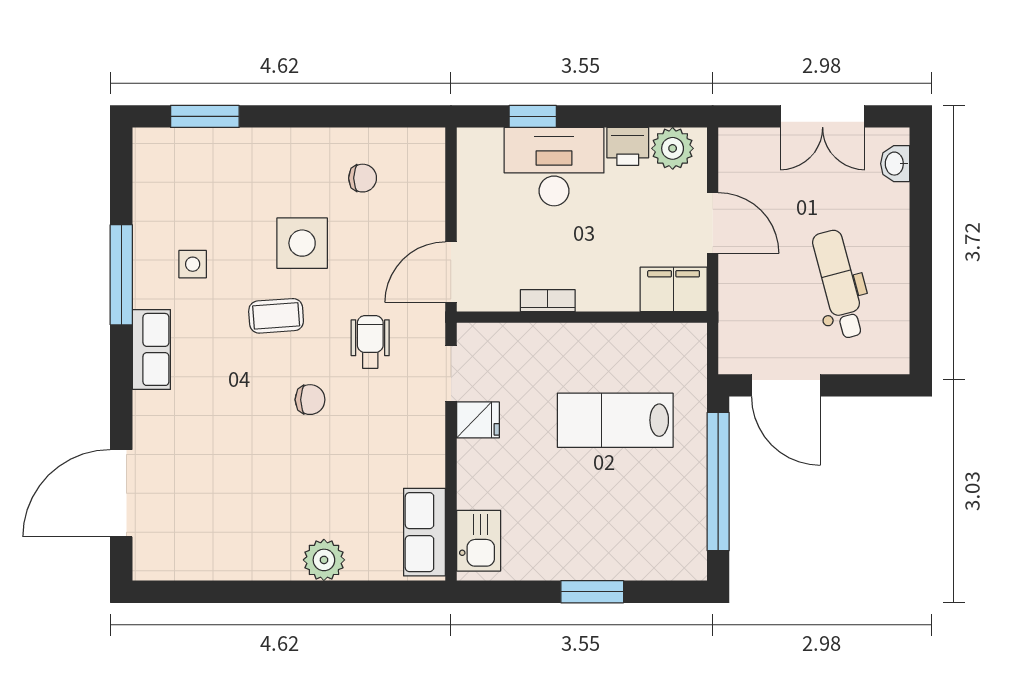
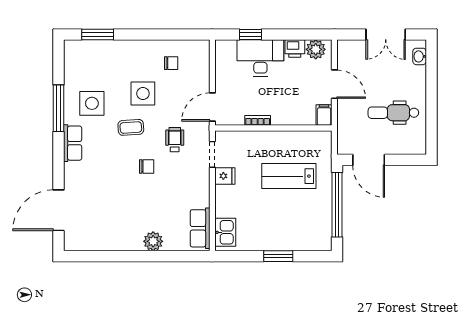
side table: (193, 264) -> (92, 103), width x1.87, depth x1.87
dental chair: (839, 284) -> (393, 113), turned -75
filing cabinet: (674, 289) -> (324, 115), width x0.50

